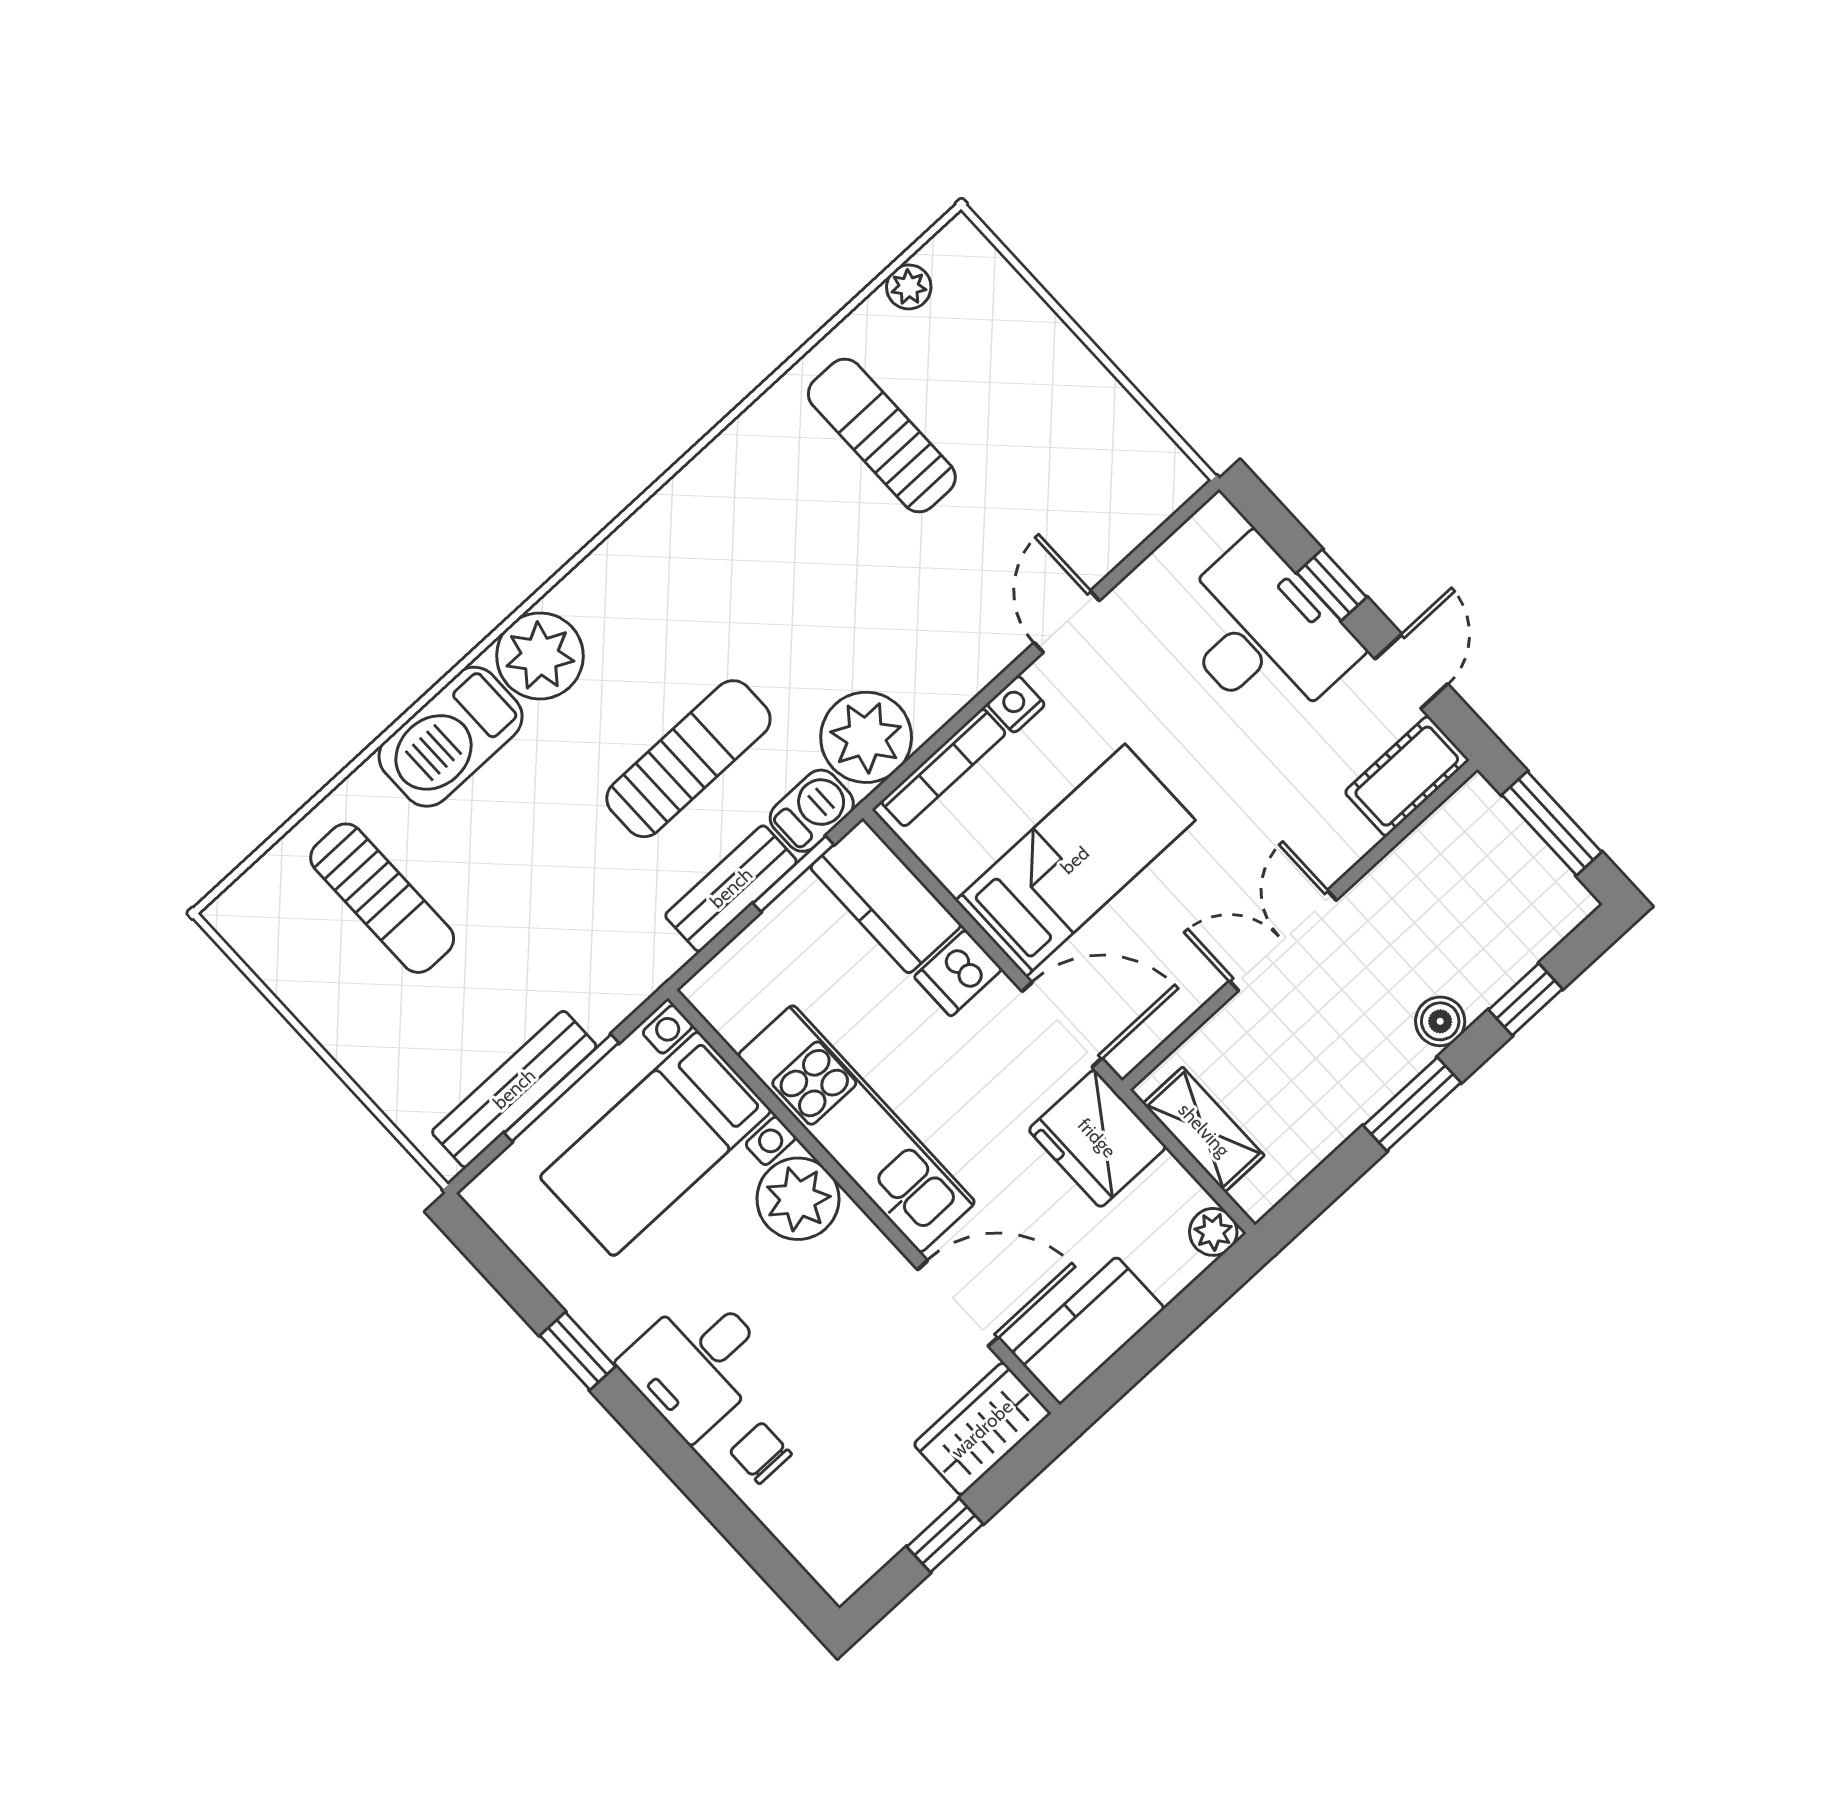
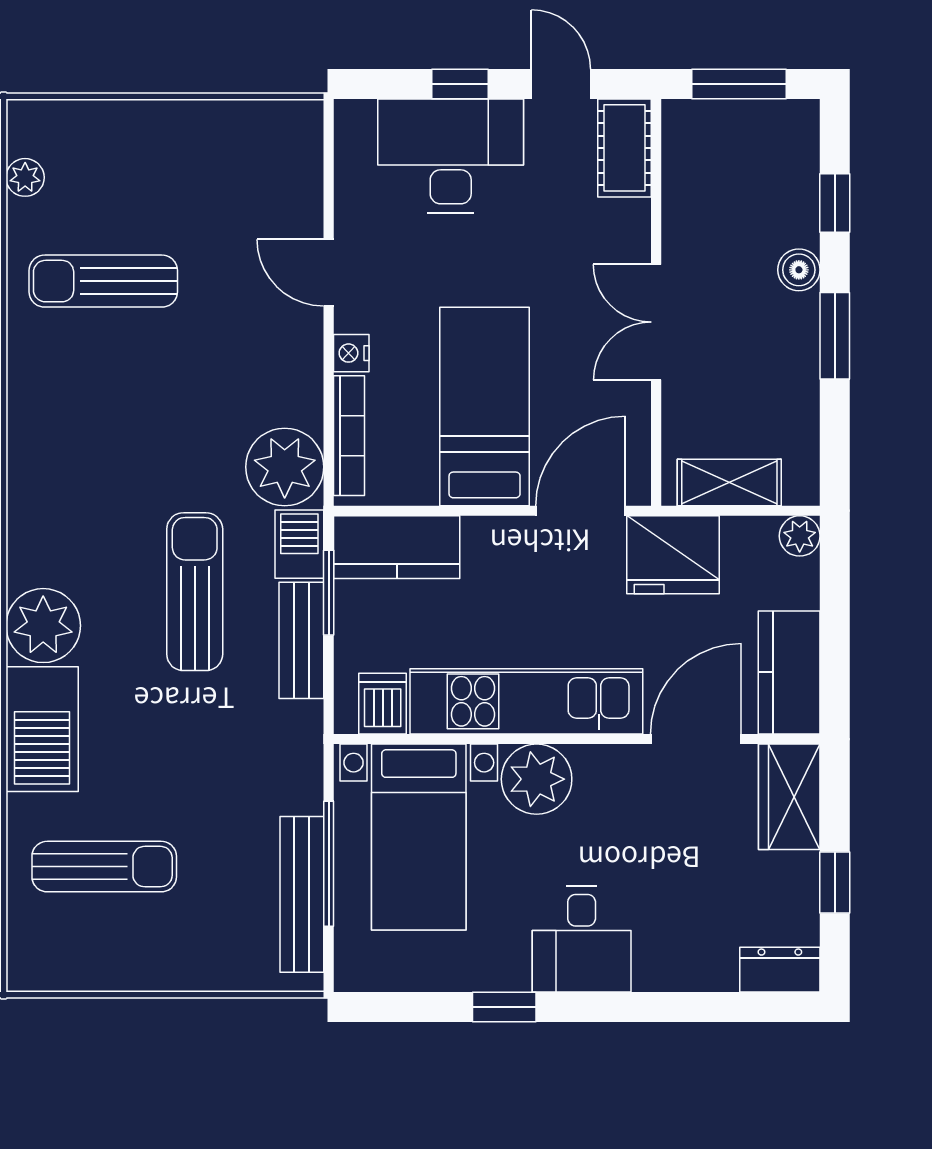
dishwasher: (958, 973) -> (383, 704), moved, turned 180
chair: (761, 1453) -> (675, 951), removed
dresser: (827, 1557) -> (780, 970), added

